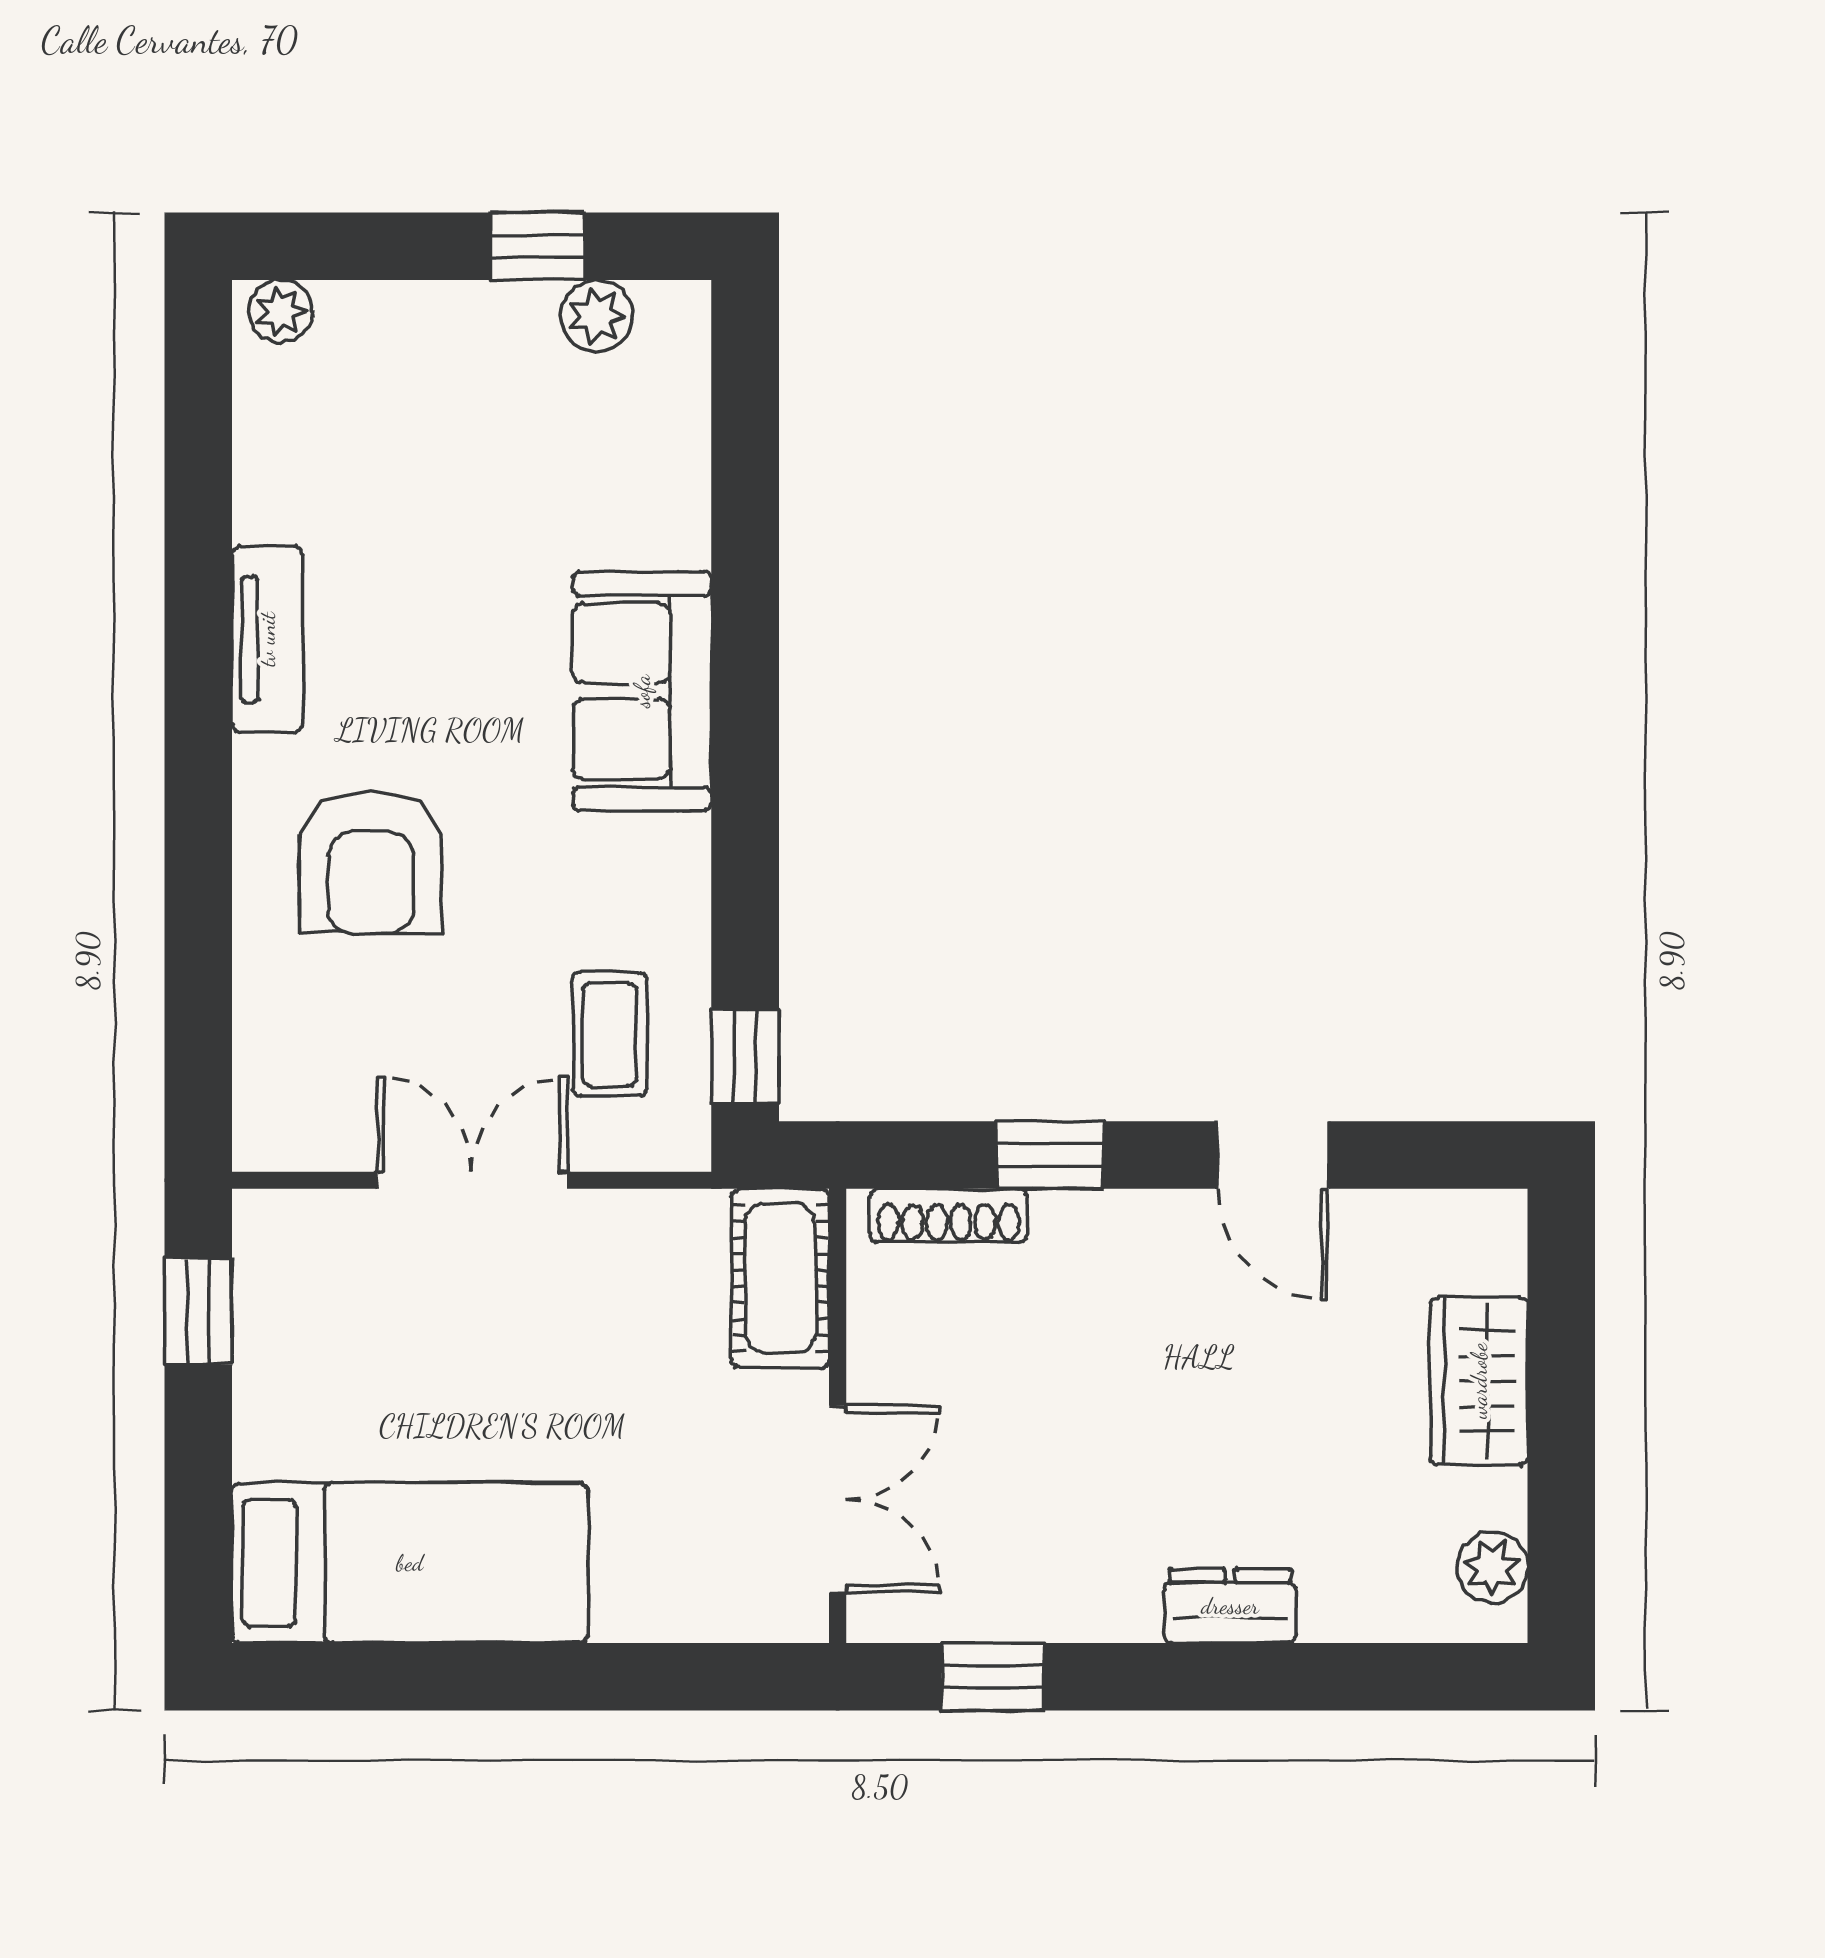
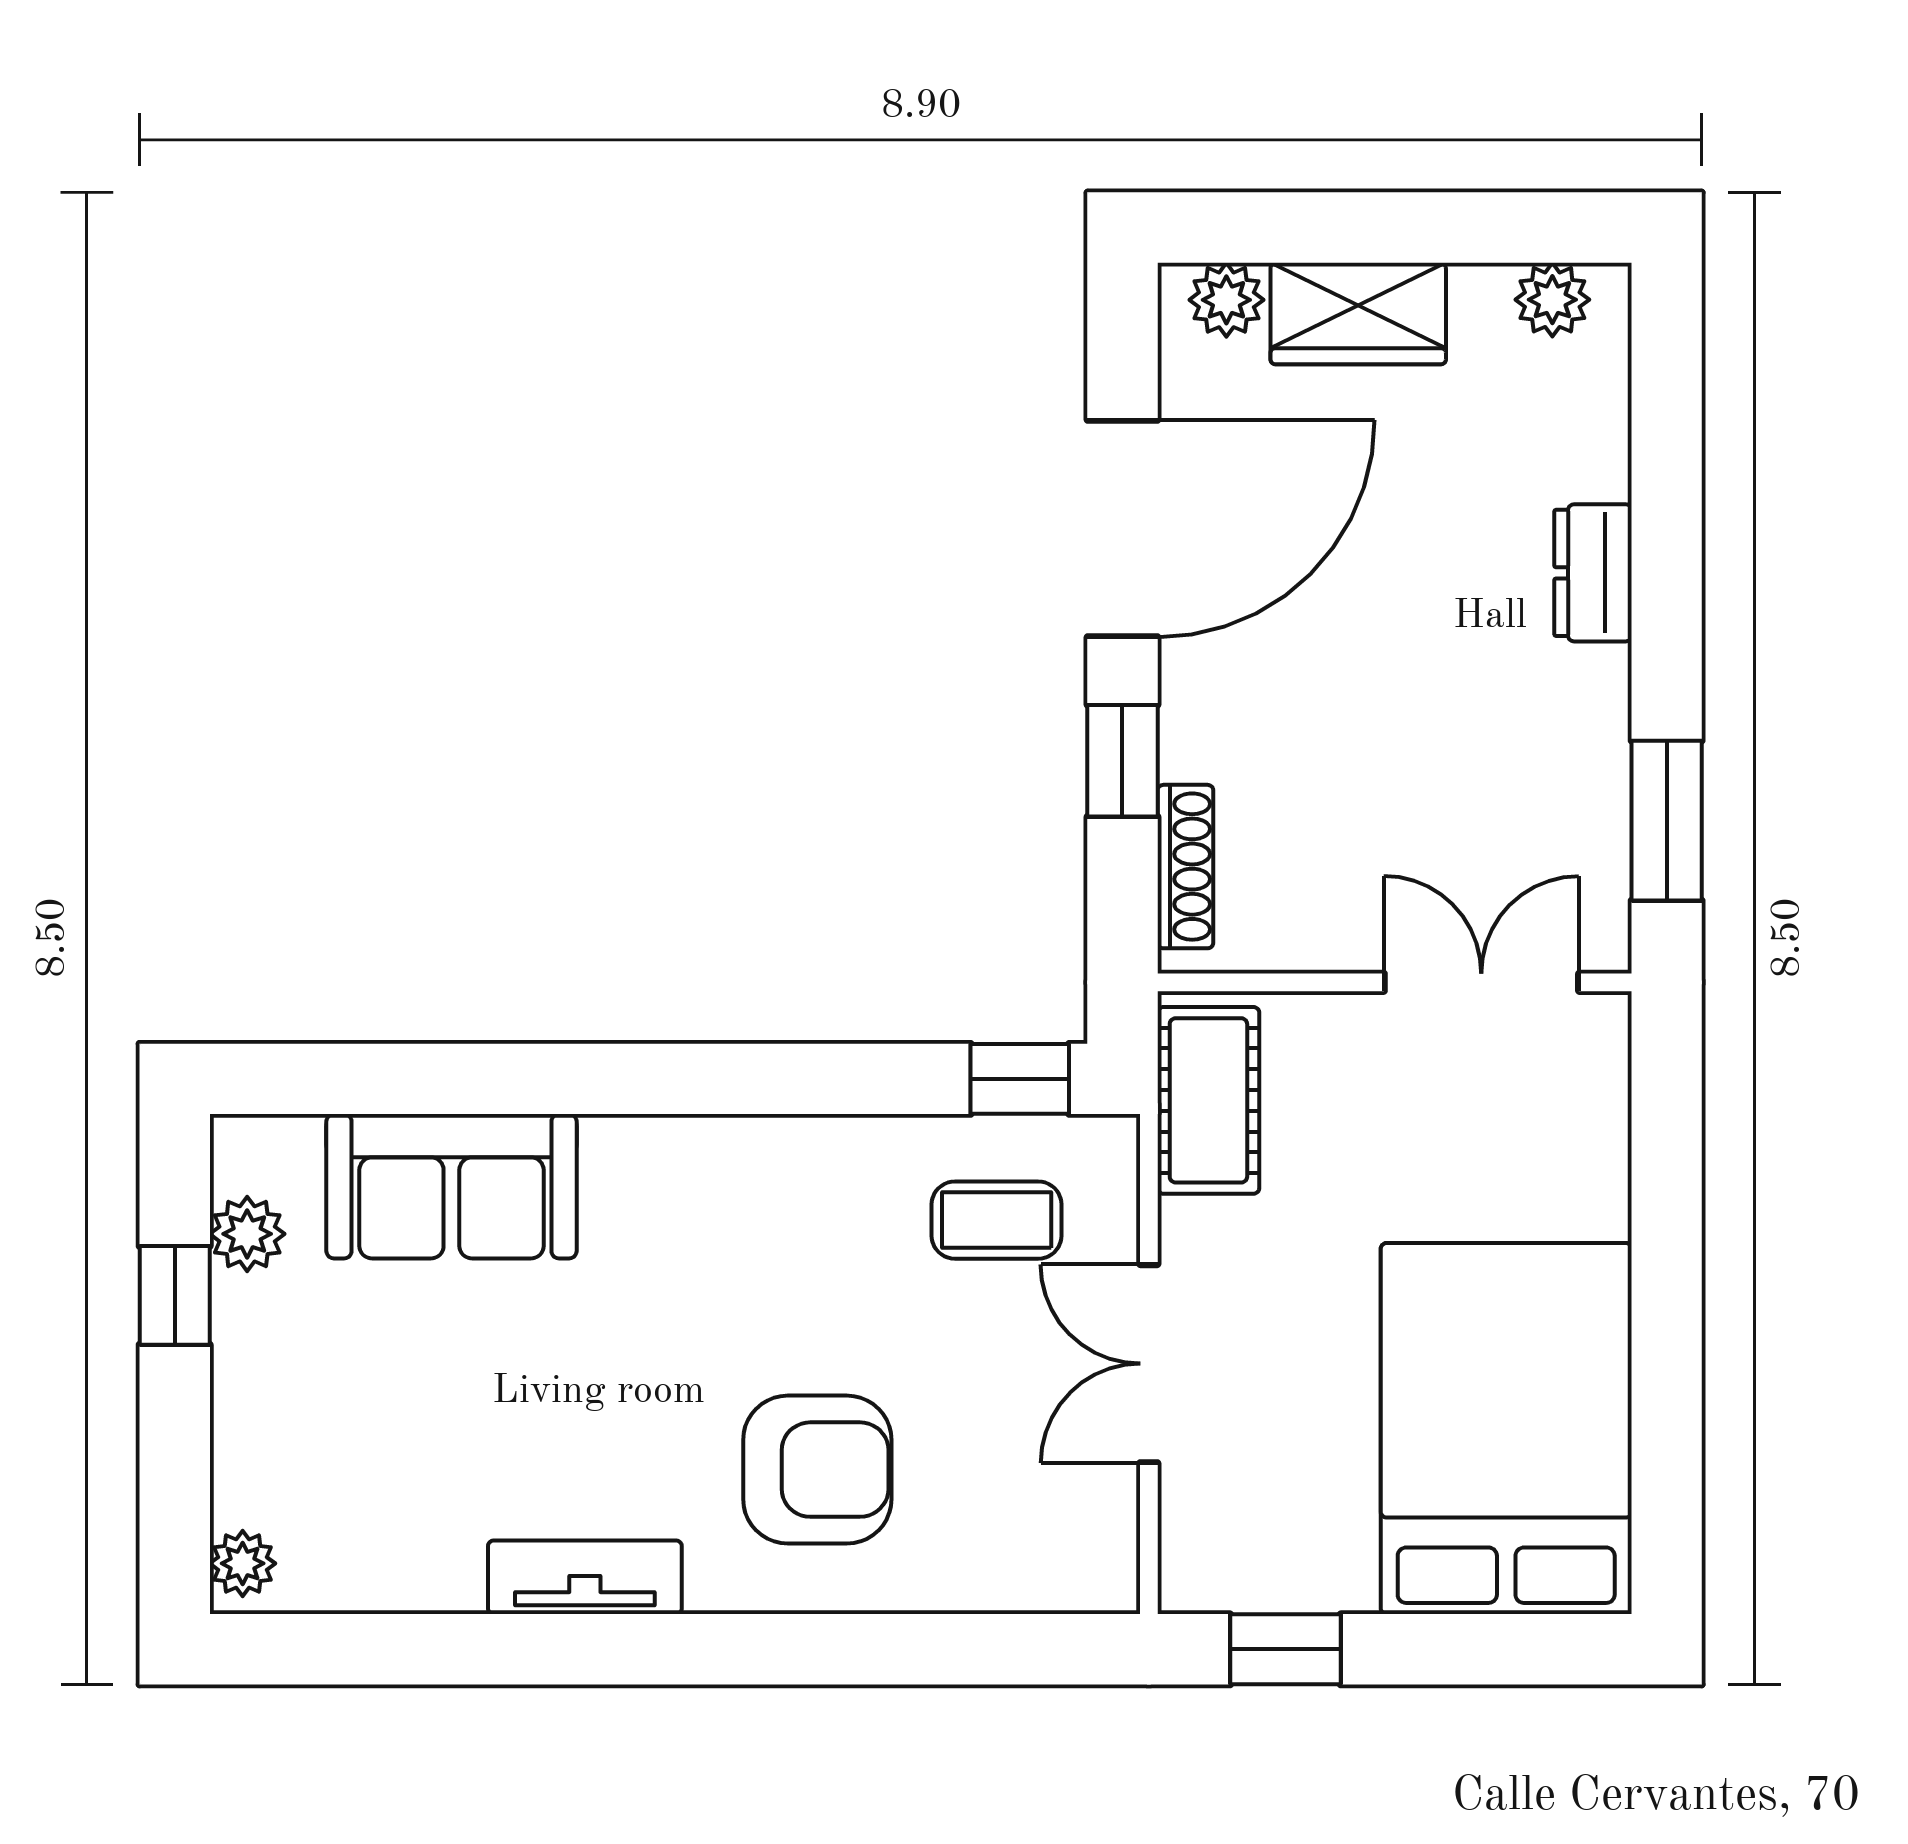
sofa: (642, 691) -> (451, 1186), moved
door: (1273, 1155) -> (1122, 529), width x1.87
plant: (1492, 1255) -> (1226, 300), added
cot: (781, 1278) -> (1208, 1100), moved, turned 90
bed: (410, 1563) -> (1506, 1429), width x1.50
window: (993, 1677) -> (1667, 821), width x1.50

